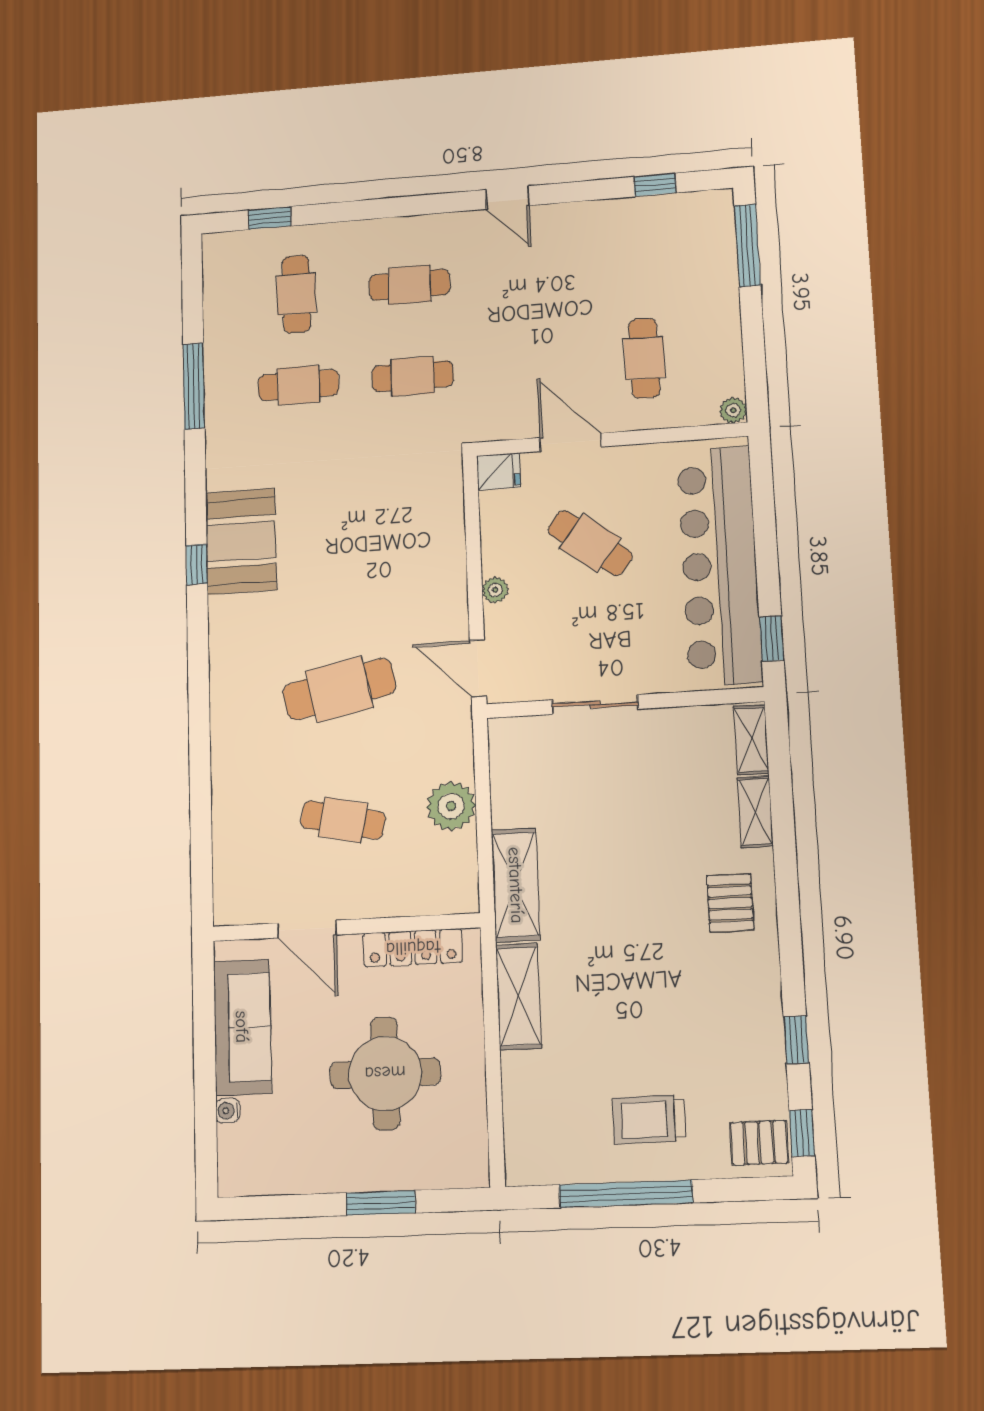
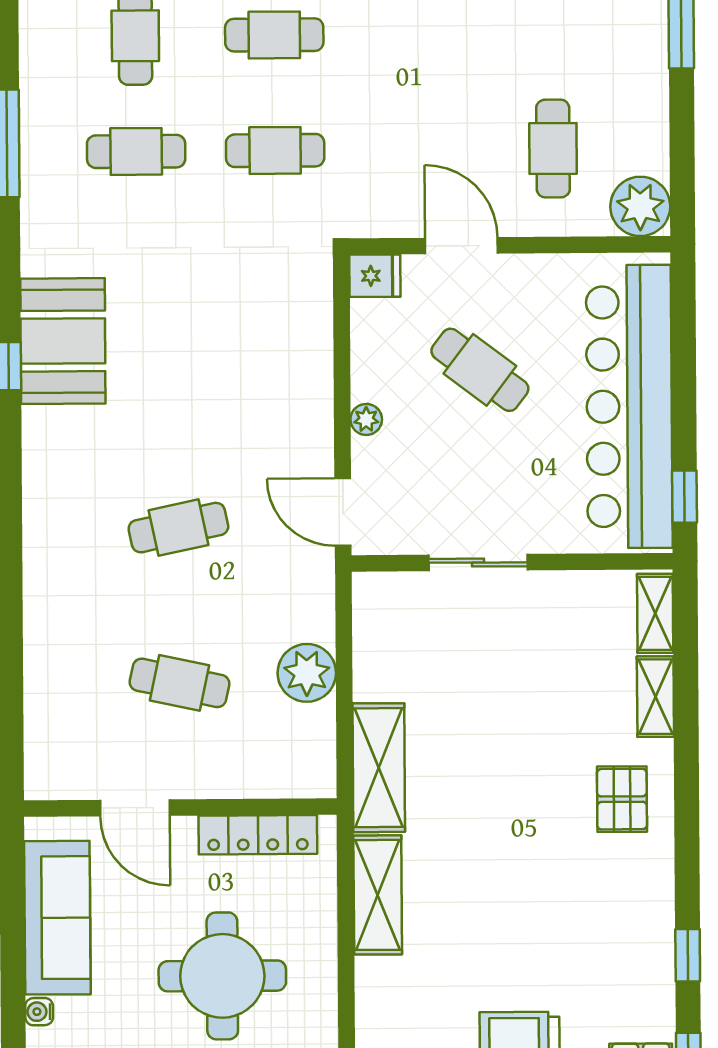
plant: (733, 410) -> (640, 206), width x1.88, depth x1.88
cafe table: (339, 689) -> (178, 528), width x0.73, depth x0.74

